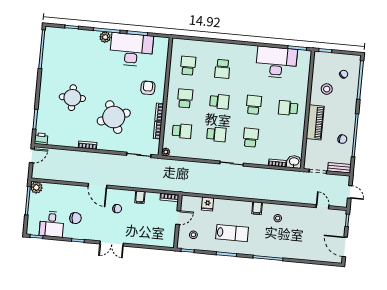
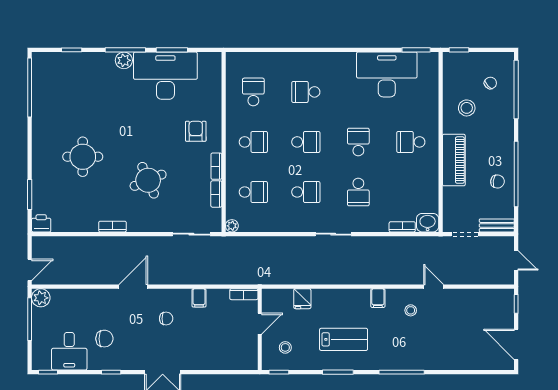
school desk: (222, 69) -> (306, 92), turned 90
school desk: (185, 98) -> (253, 142), turned 90
round table: (114, 117) -> (148, 180), width x0.73, depth x0.73
school desk: (251, 138) -> (358, 192), turned 180
door: (32, 156) -> (30, 270), moved
door: (98, 186) -> (133, 287), swing flipped
door: (323, 207) -> (434, 287), moved

